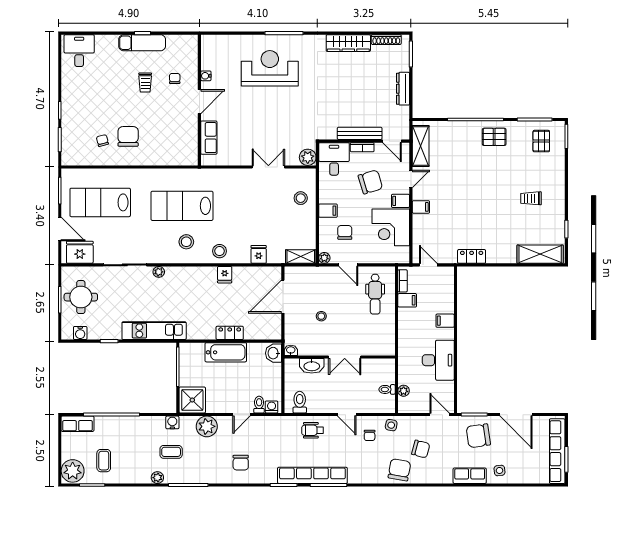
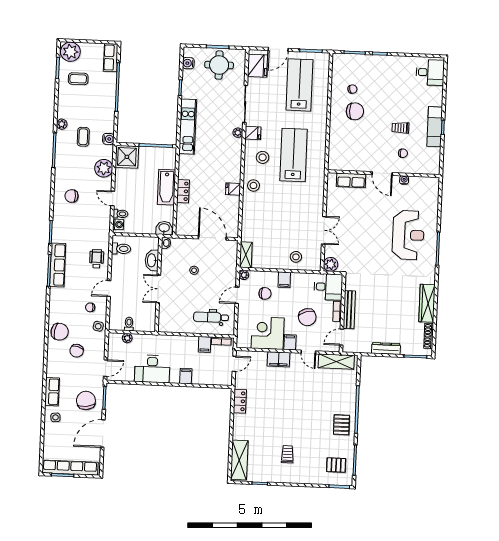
filing cabinet: (421, 207) -> (279, 359), width x2.00
fridge: (259, 254) -> (253, 133), moved
row of seats: (312, 475) -> (58, 265), width x0.73

